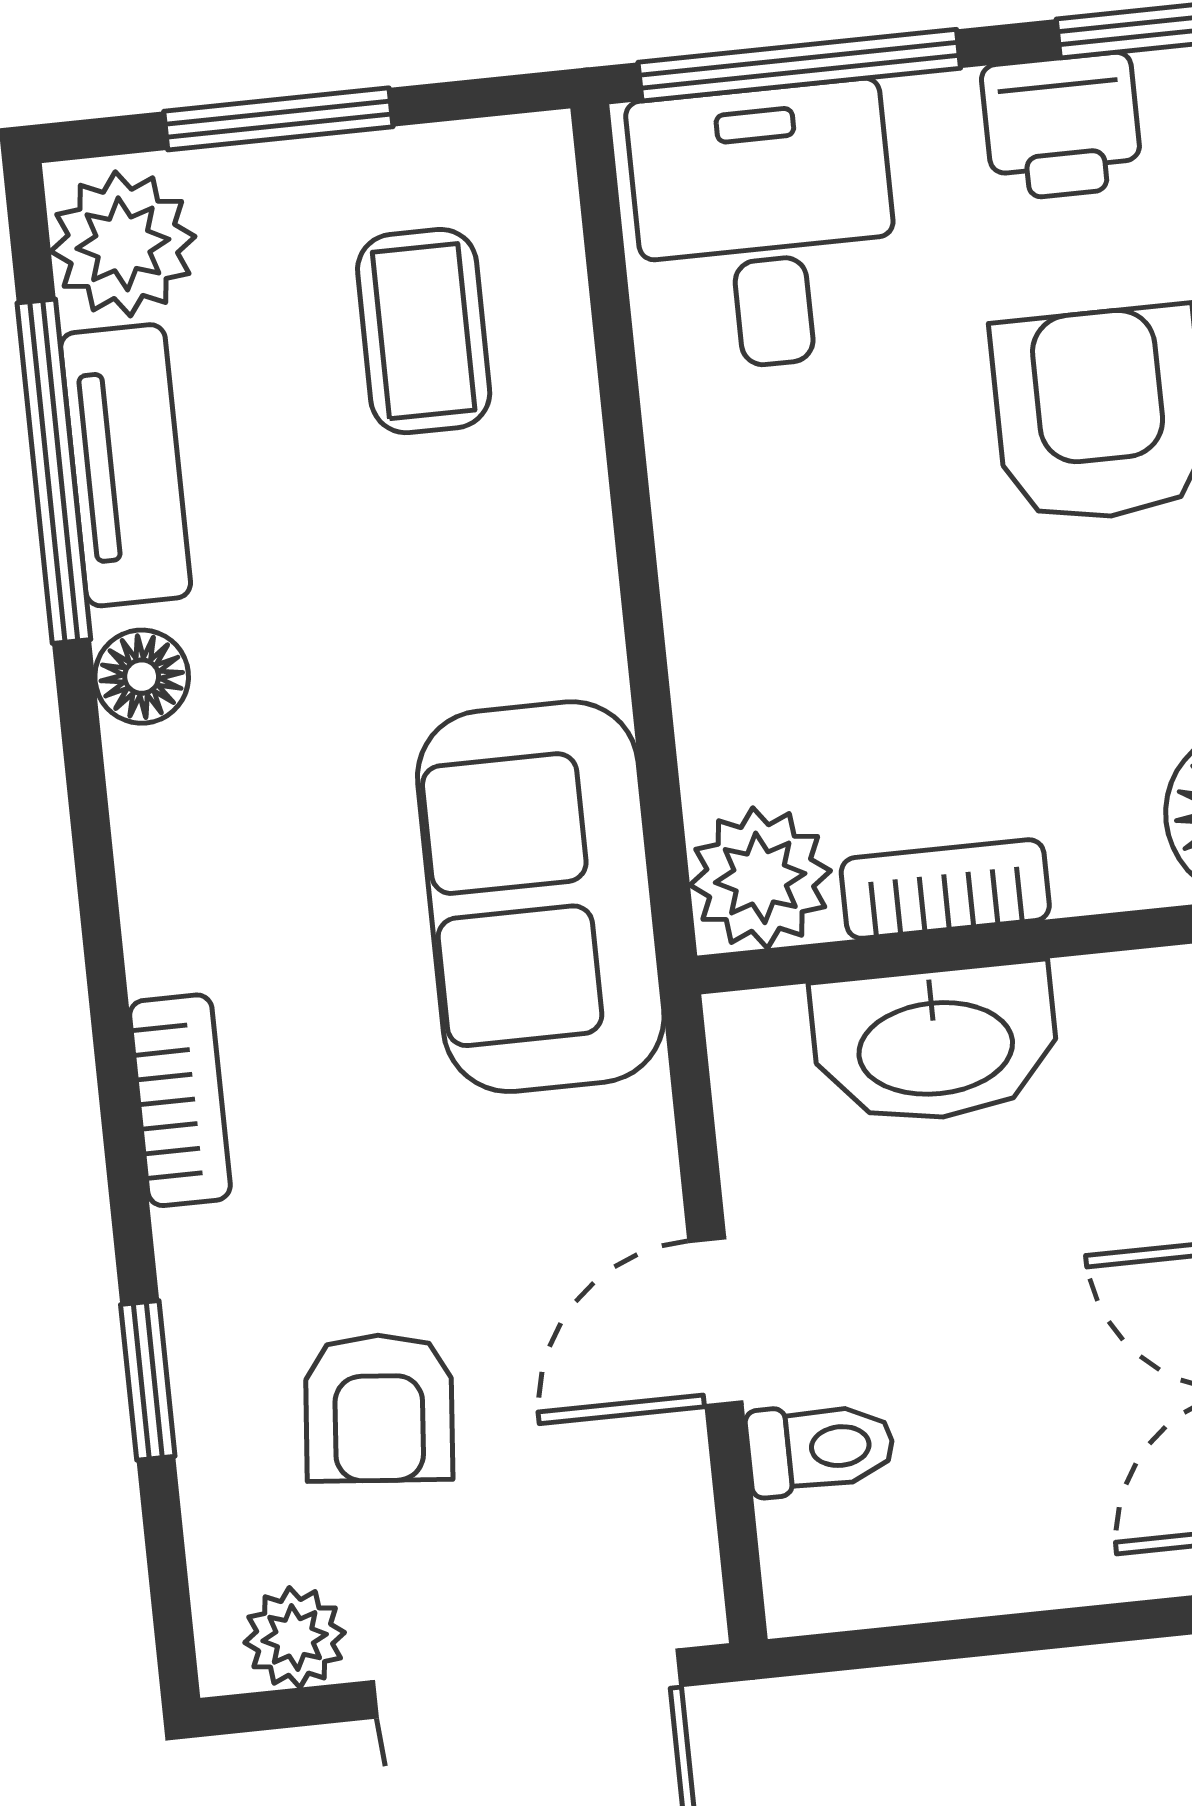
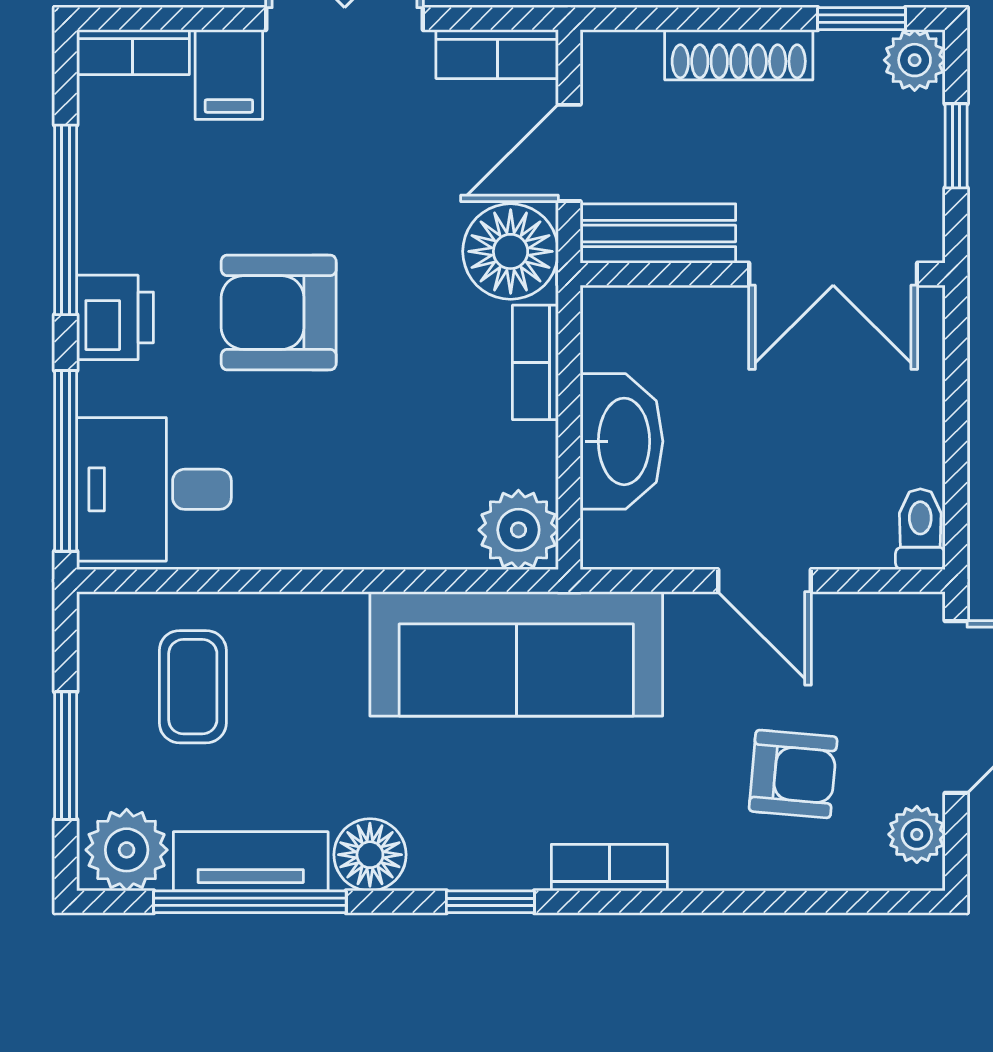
coffee table: (424, 331) -> (193, 687), turned 90
floor lamp: (142, 677) -> (370, 855), width x1.37, depth x1.37
bookcase: (945, 889) -> (535, 362), moved
sofa: (541, 897) -> (516, 654), width x1.36
window: (148, 1380) -> (490, 902), moved
toilet: (820, 1448) -> (920, 529), moved

